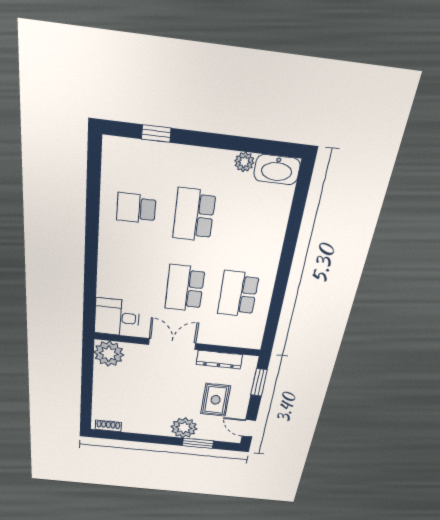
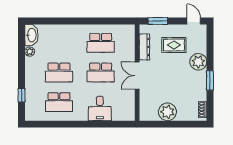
school desk: (136, 208) -> (59, 102), width x1.85
desk: (117, 317) -> (100, 108), moved
plant: (109, 354) -> (167, 112), moved
door: (249, 428) -> (194, 21), swing flipped
window: (198, 443) -> (210, 80), moved

